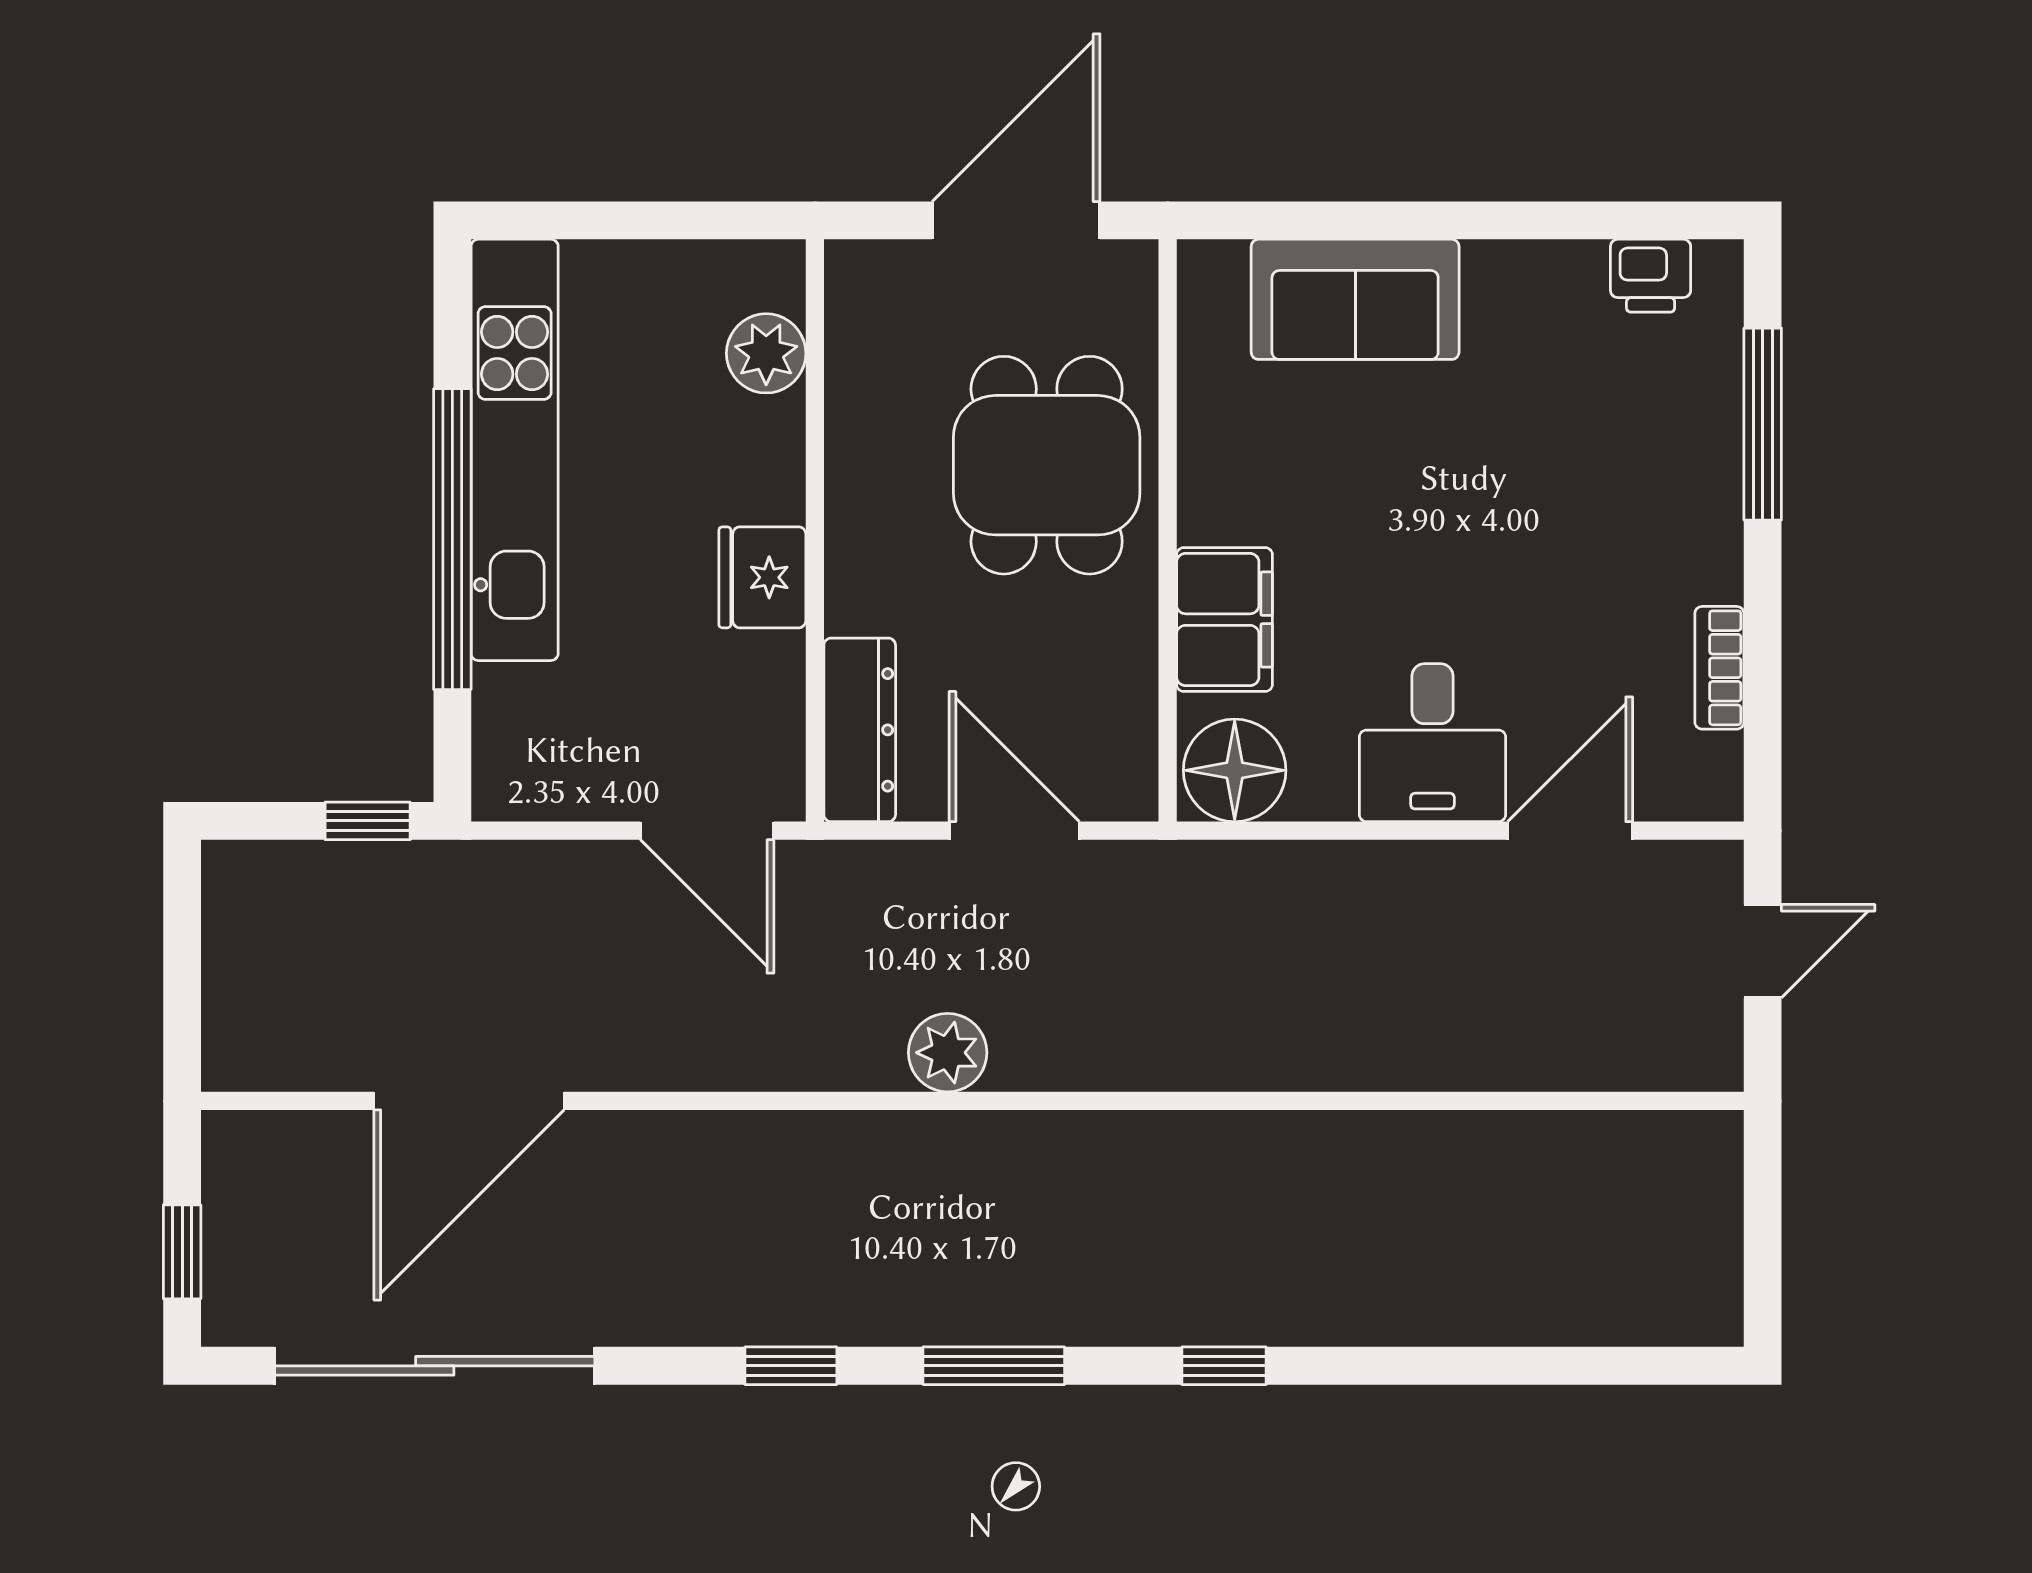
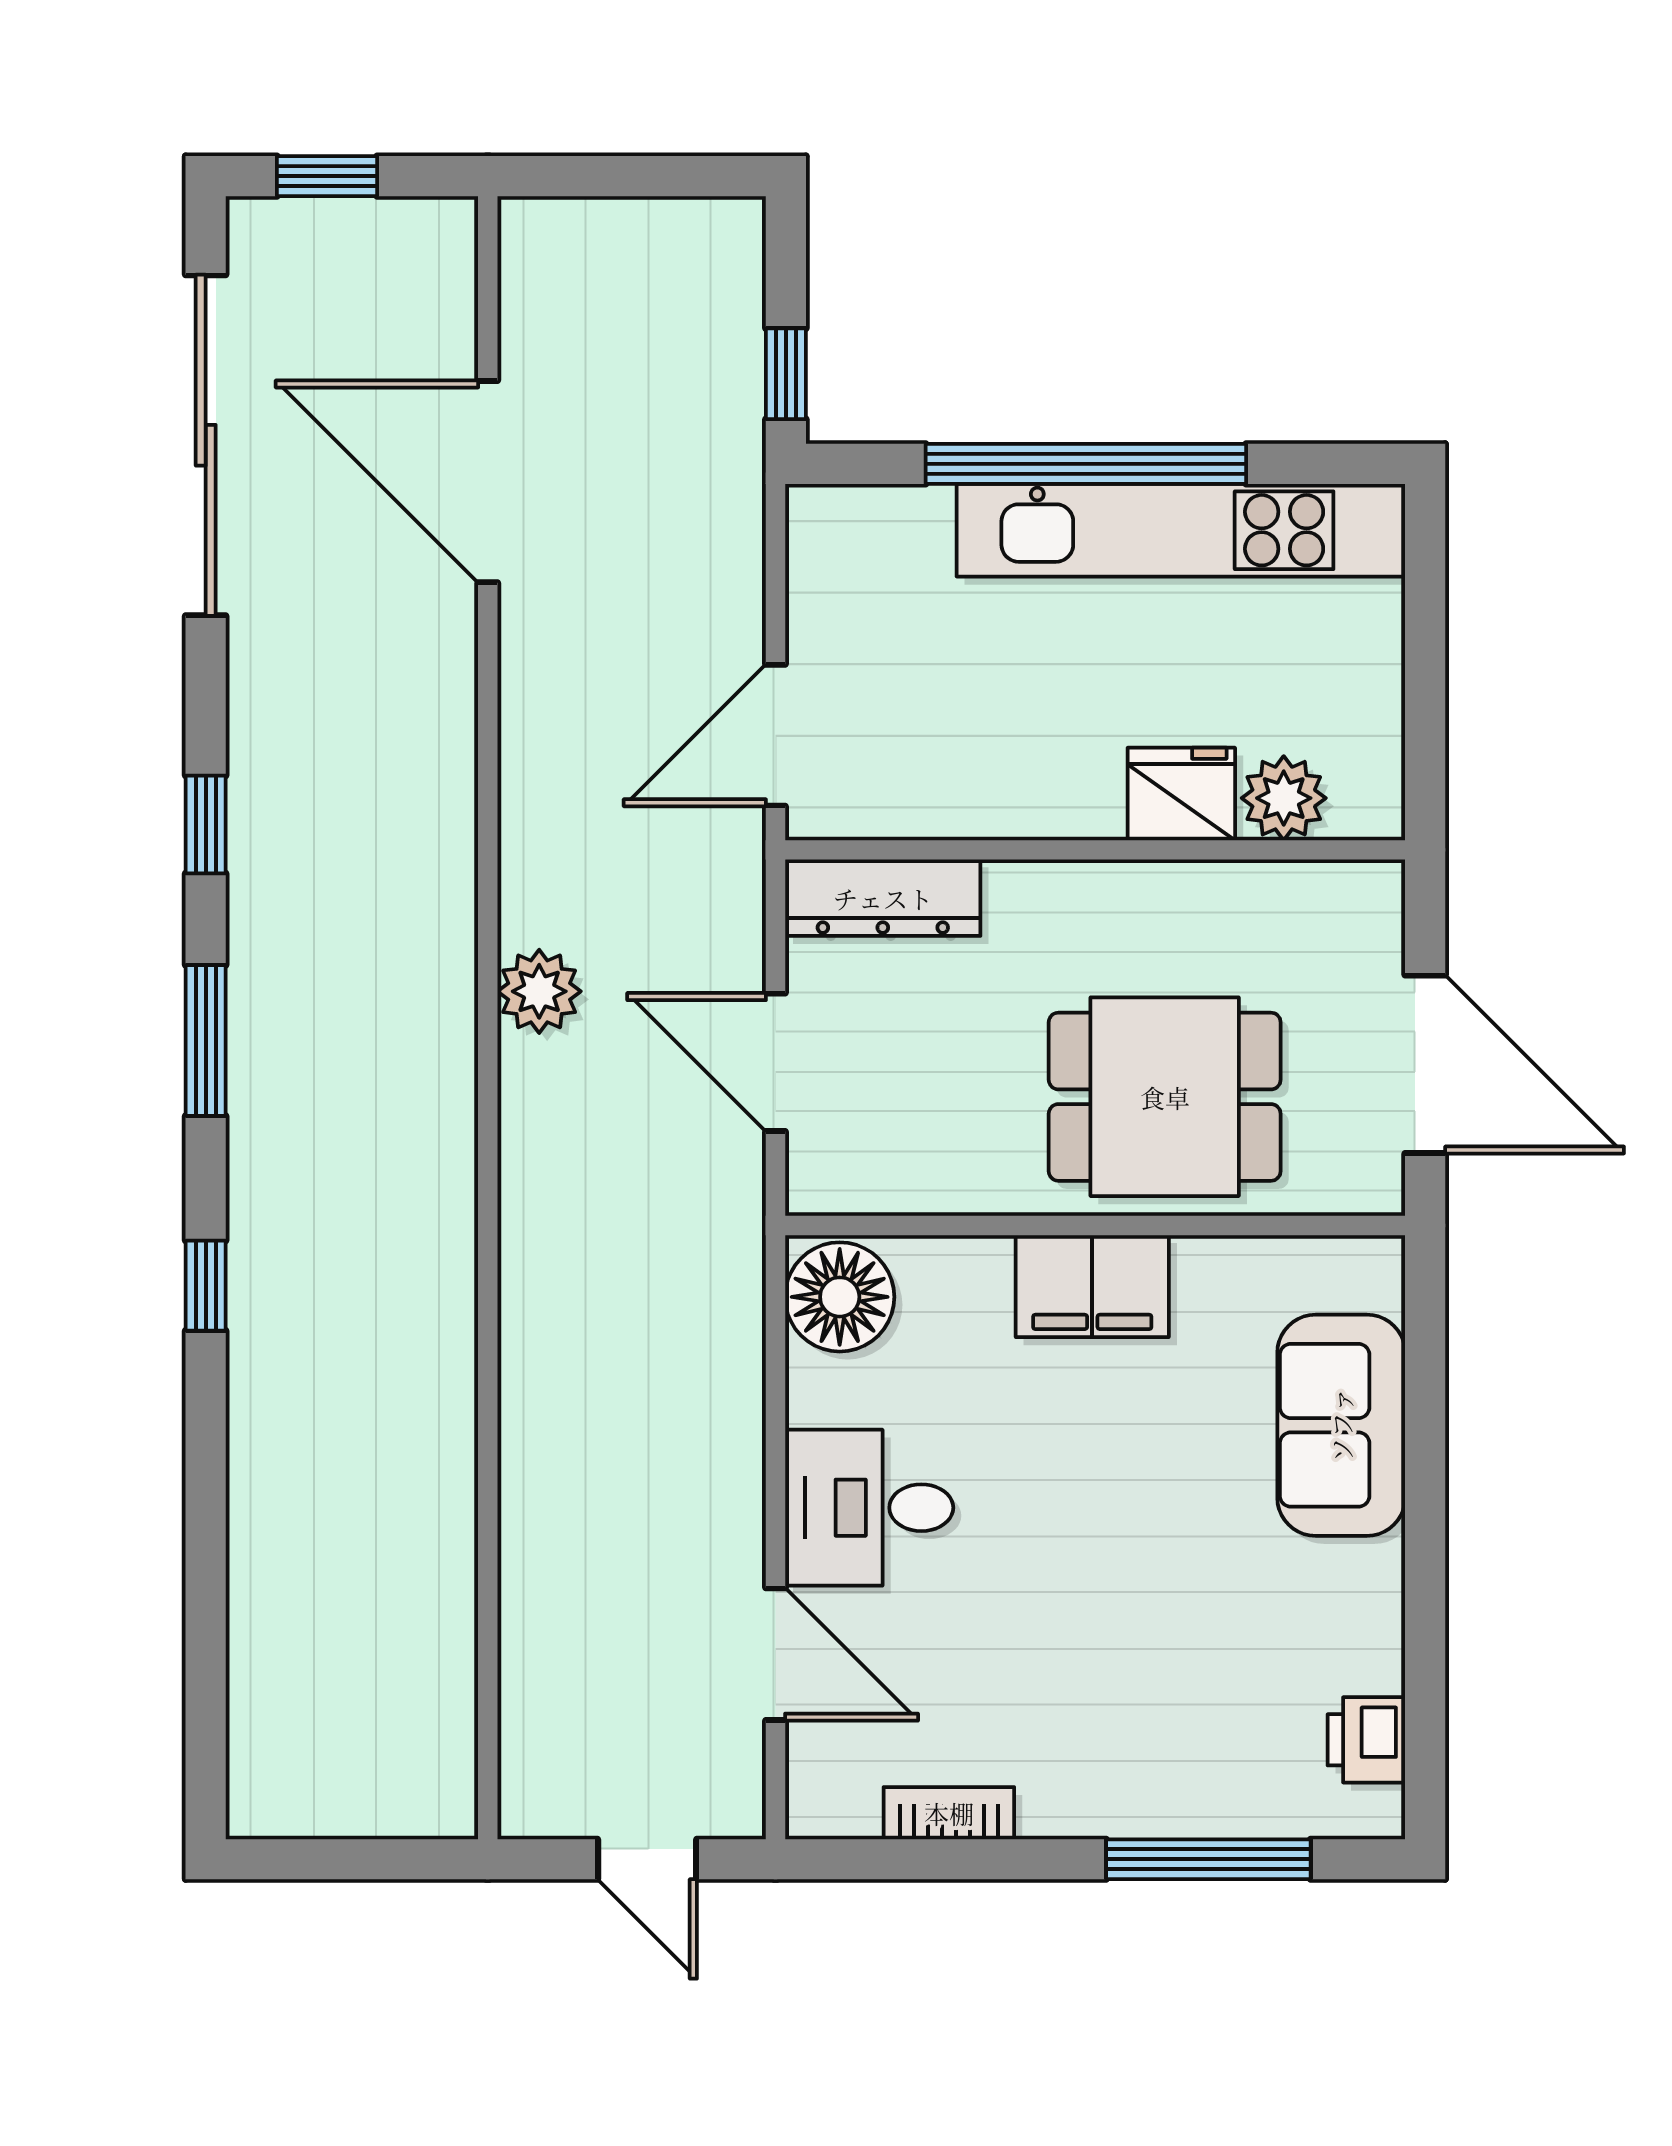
fridge: (762, 577) -> (1181, 794), moved
filing cabinet: (1224, 620) -> (1092, 1286), moved
door: (1014, 831) -> (775, 1062), swing flipped

